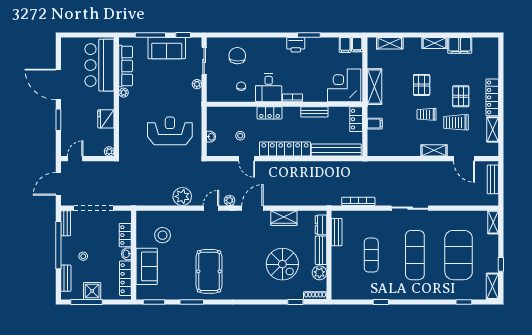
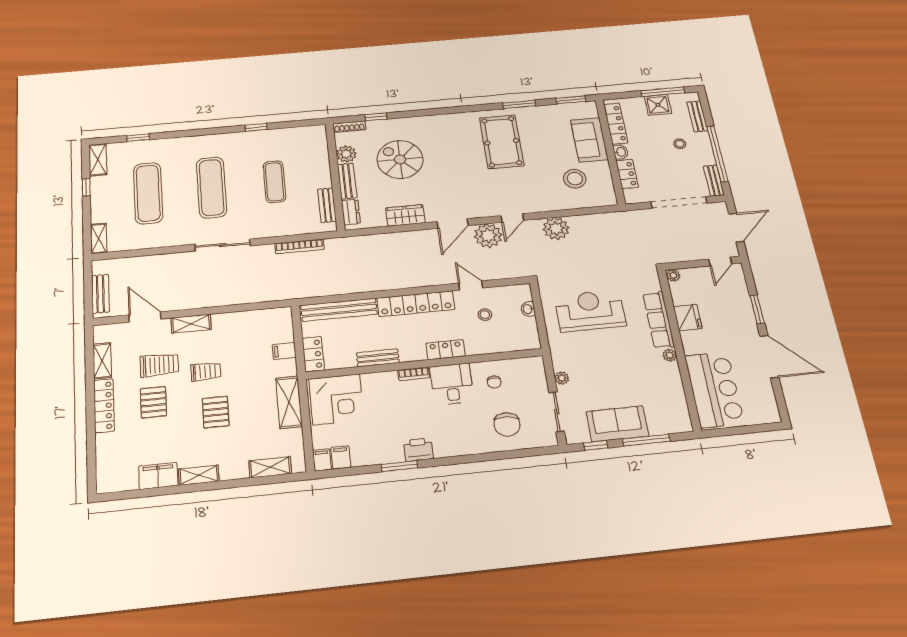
row of seats: (126, 66) -> (659, 320), moved
reception desk: (170, 131) -> (590, 311), turned 180
plant: (229, 200) -> (488, 236), width x1.87, depth x1.87
exercise mat: (459, 255) -> (148, 193), width x0.68

